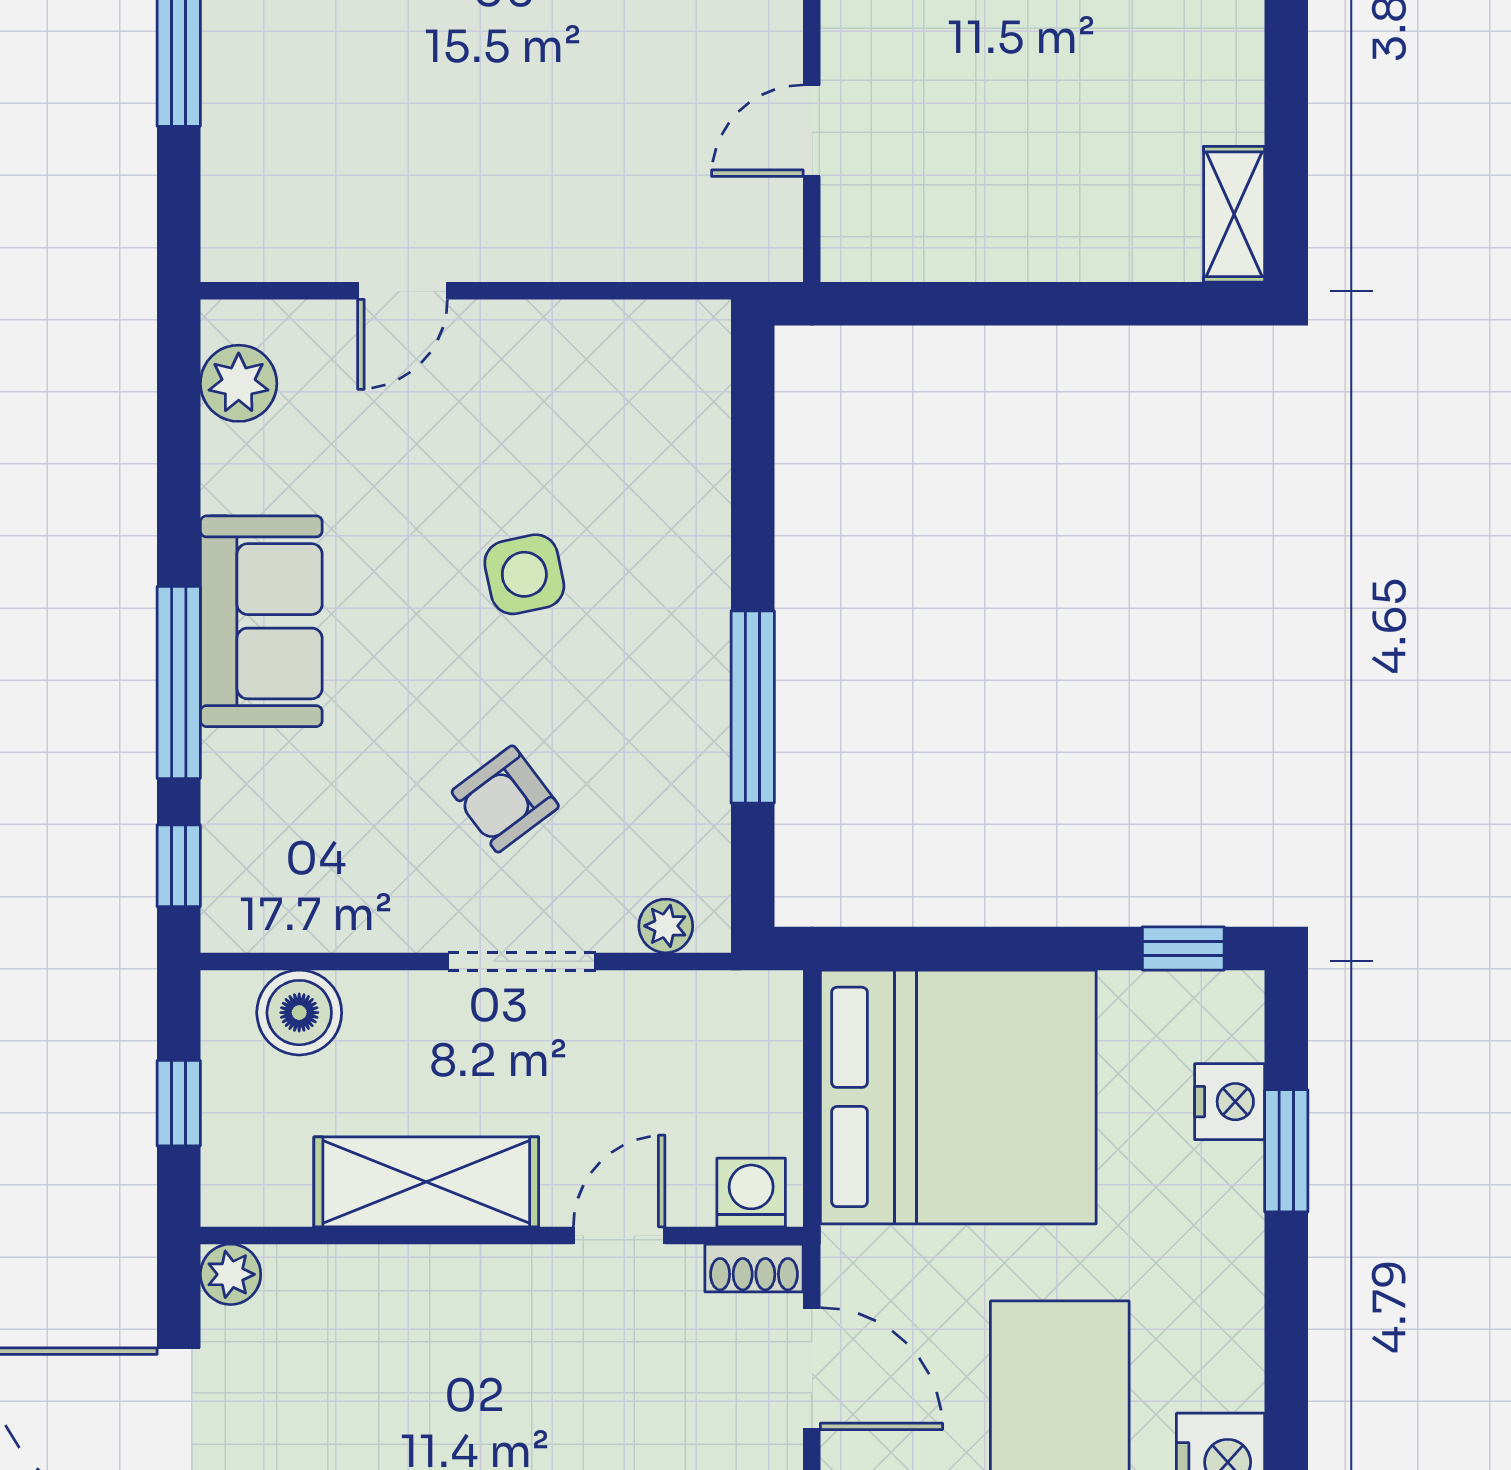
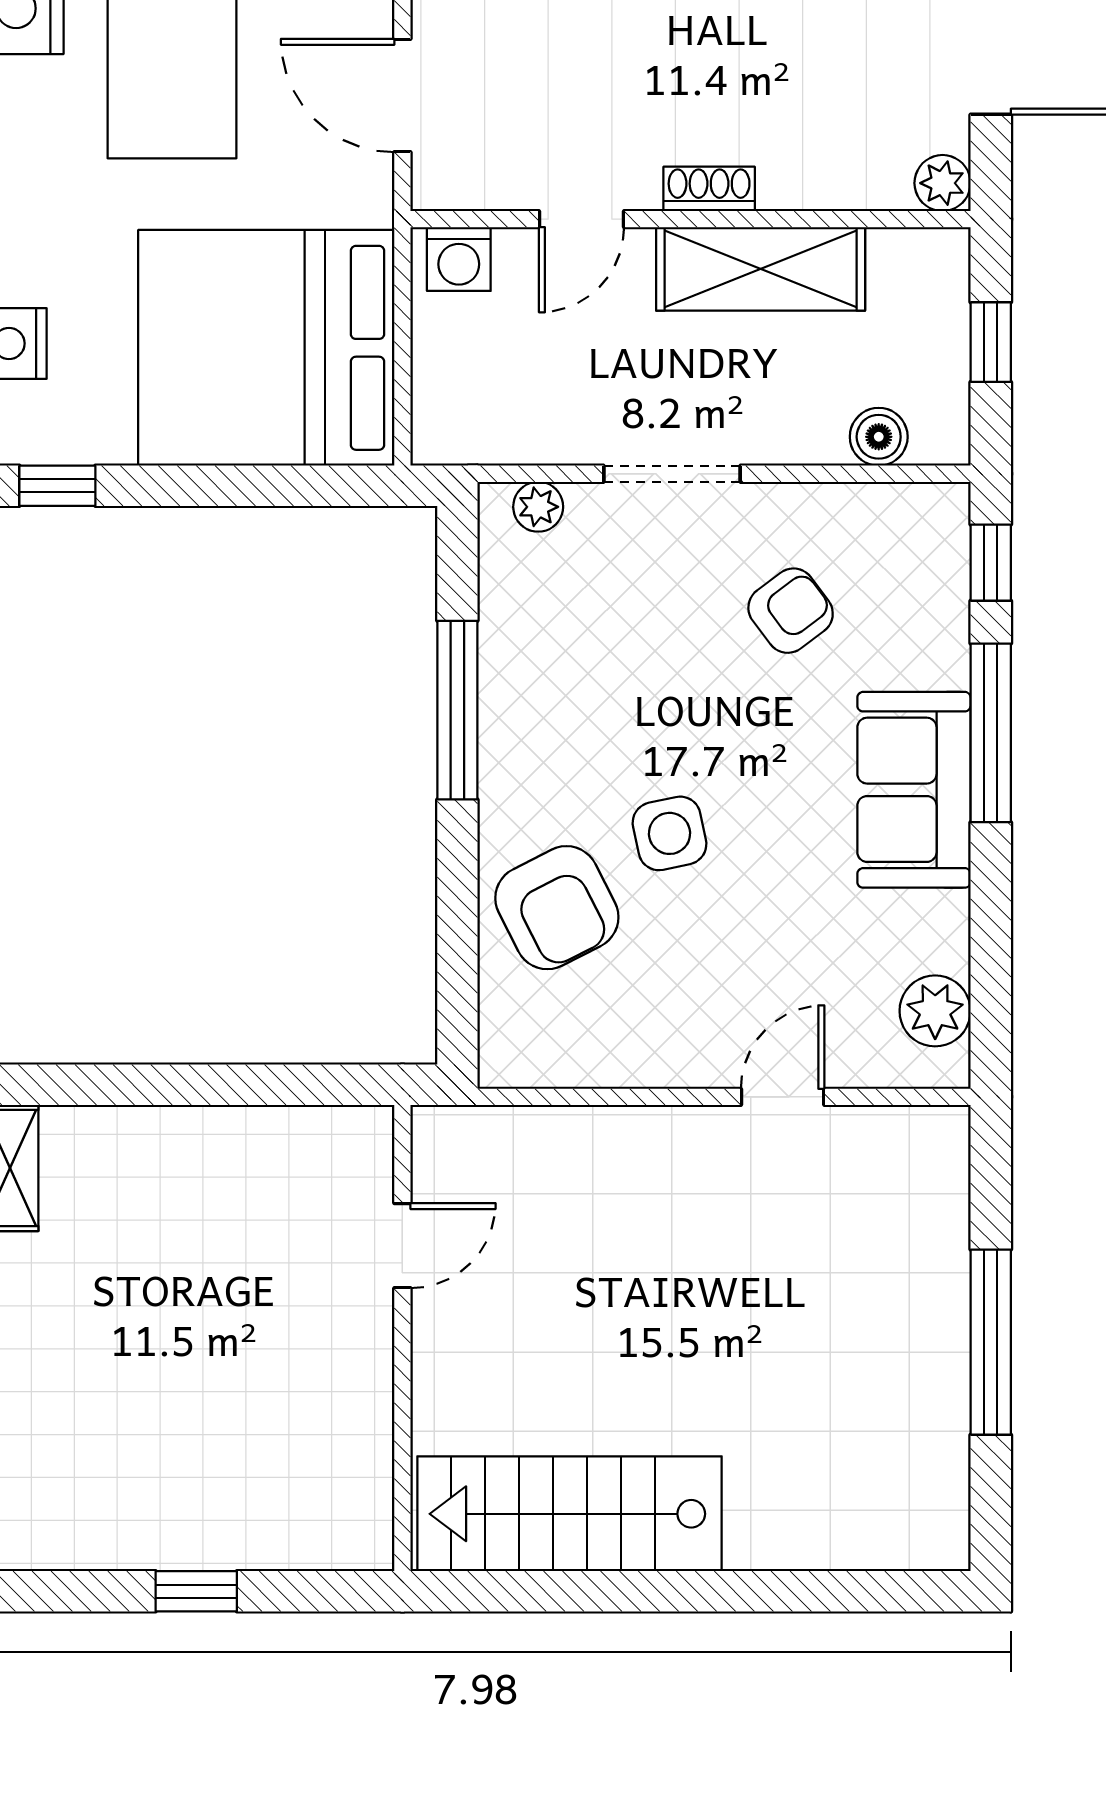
armchair: (646, 494) -> (557, 908), added
armchair: (505, 799) -> (791, 611), moved
boiler: (299, 1013) -> (879, 437), width x0.73, depth x0.73
shoe rack: (754, 1268) -> (709, 189), moved

